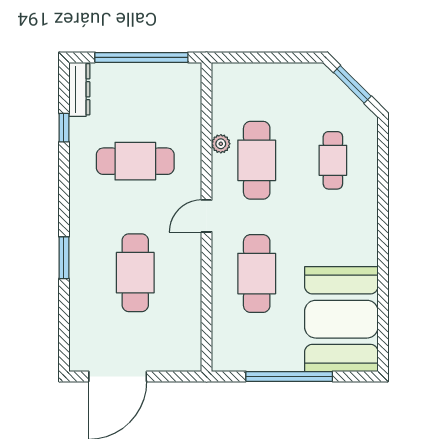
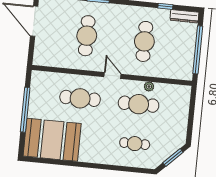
cafe table: (135, 273) -> (87, 36), turned 90

